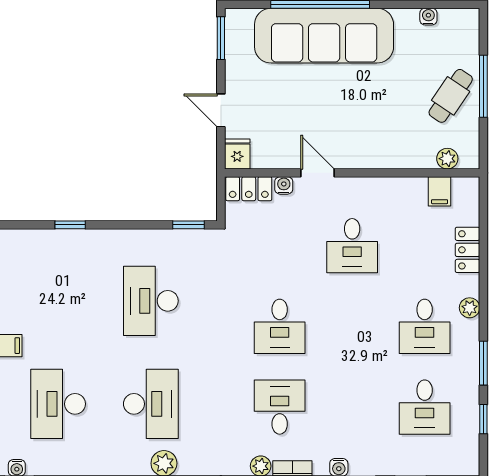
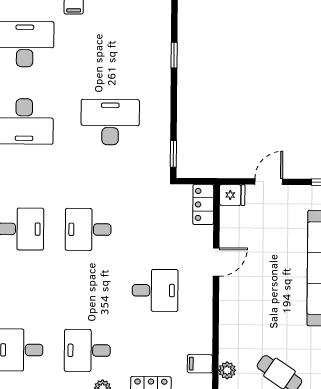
water cooler: (284, 185) -> (206, 234), removed
desk: (352, 246) -> (155, 290), turned 180

